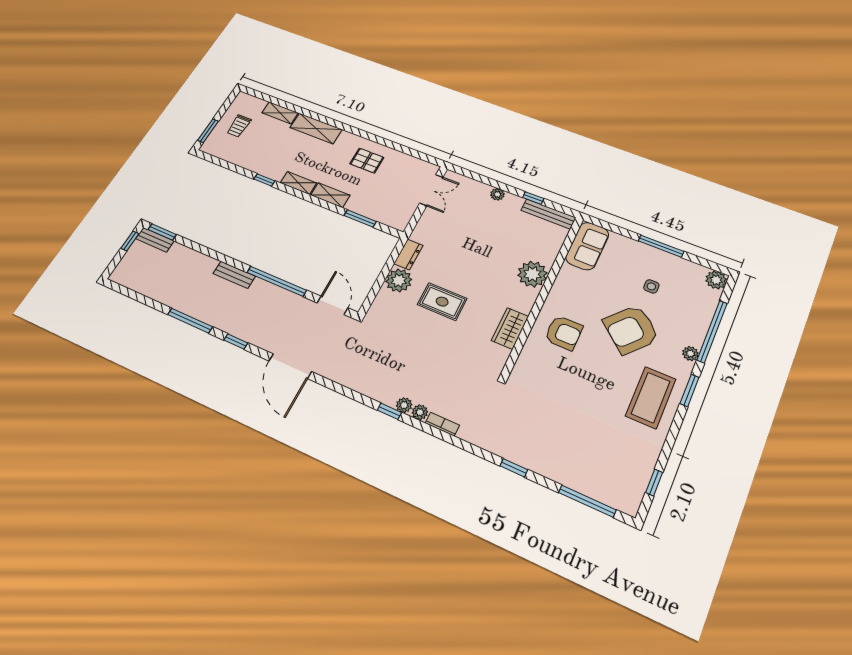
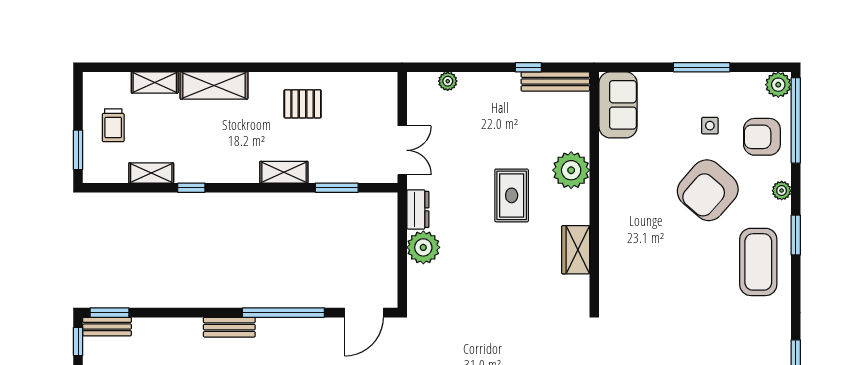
shelving: (298, 183) -> (151, 173), moved
double door: (431, 190) -> (402, 150), moved
plant: (497, 194) -> (448, 81), moved
rug: (442, 302) -> (512, 195), moved, turned 90
door: (332, 305) -> (364, 313), swing flipped
window: (712, 331) -> (796, 120), moved
armchair: (564, 333) -> (762, 137), moved, turned 180

